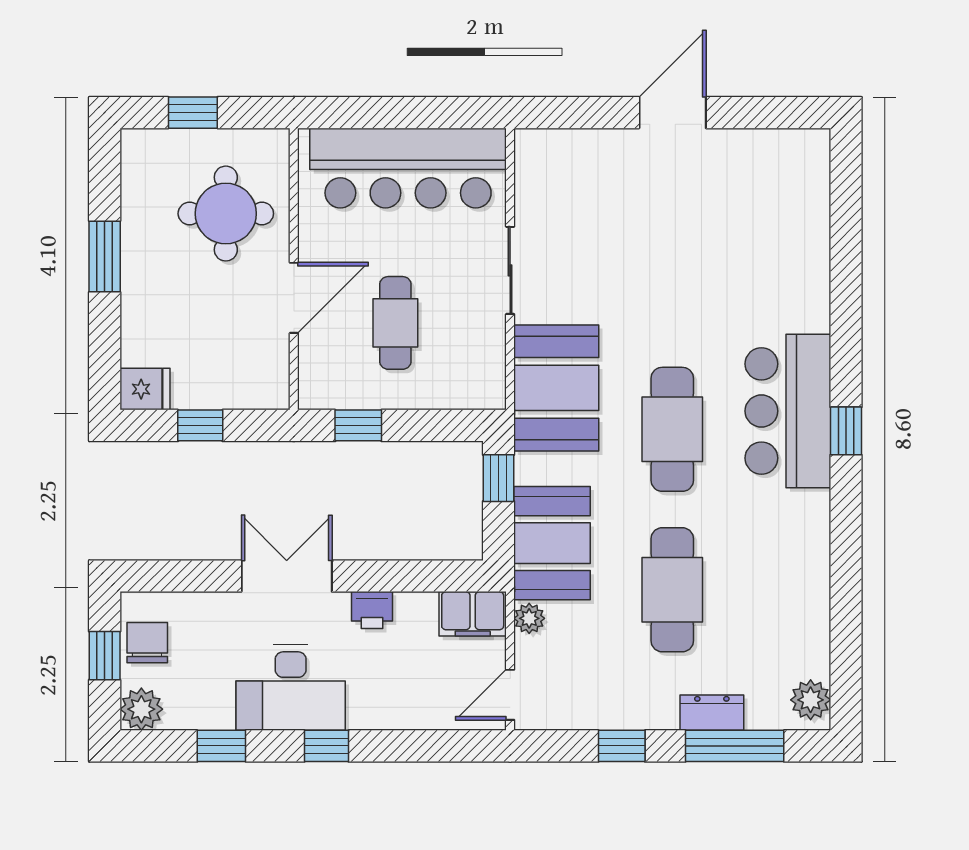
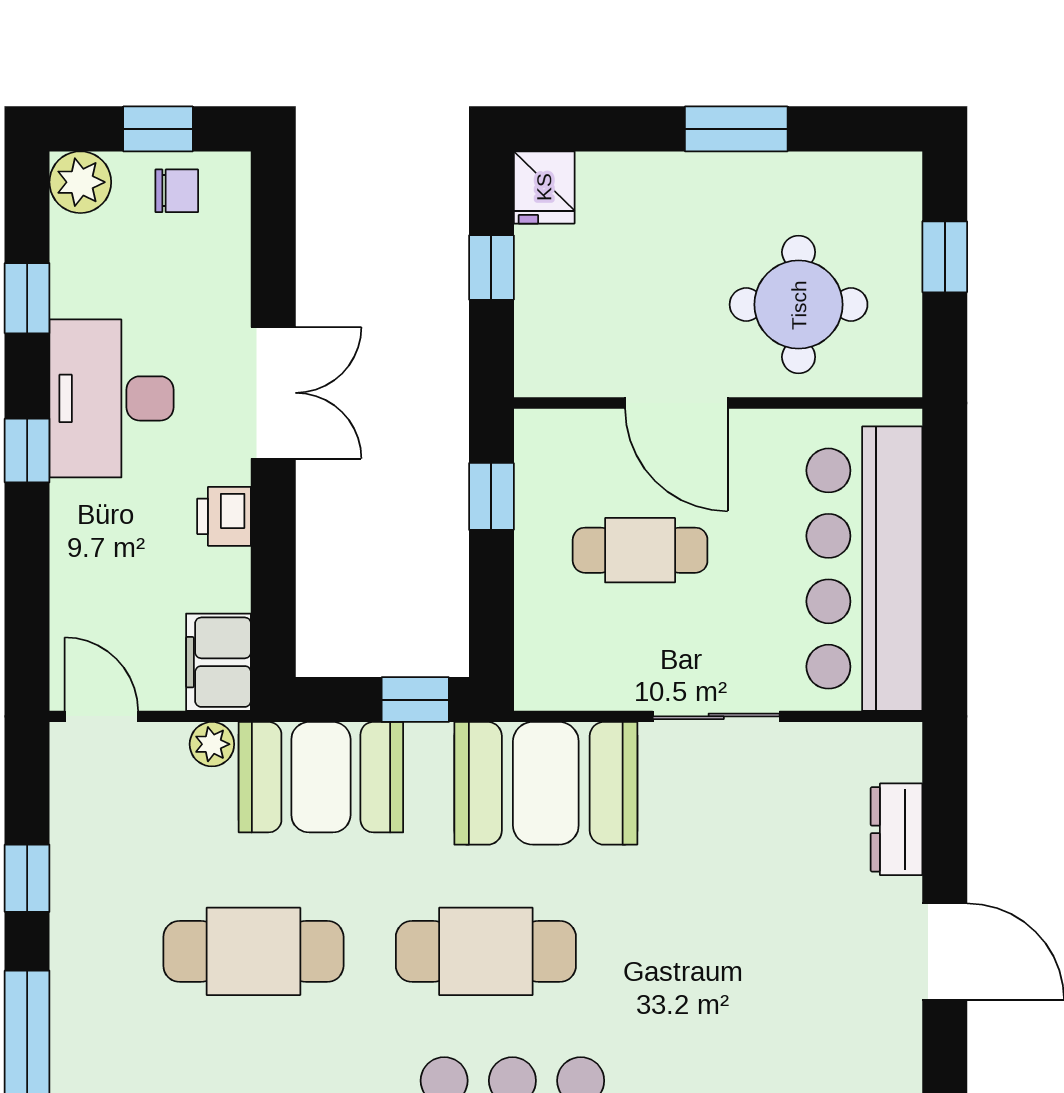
chair: (147, 643) -> (177, 191), width x0.73, depth x0.73
dresser: (712, 713) -> (896, 829), moved, turned 180

